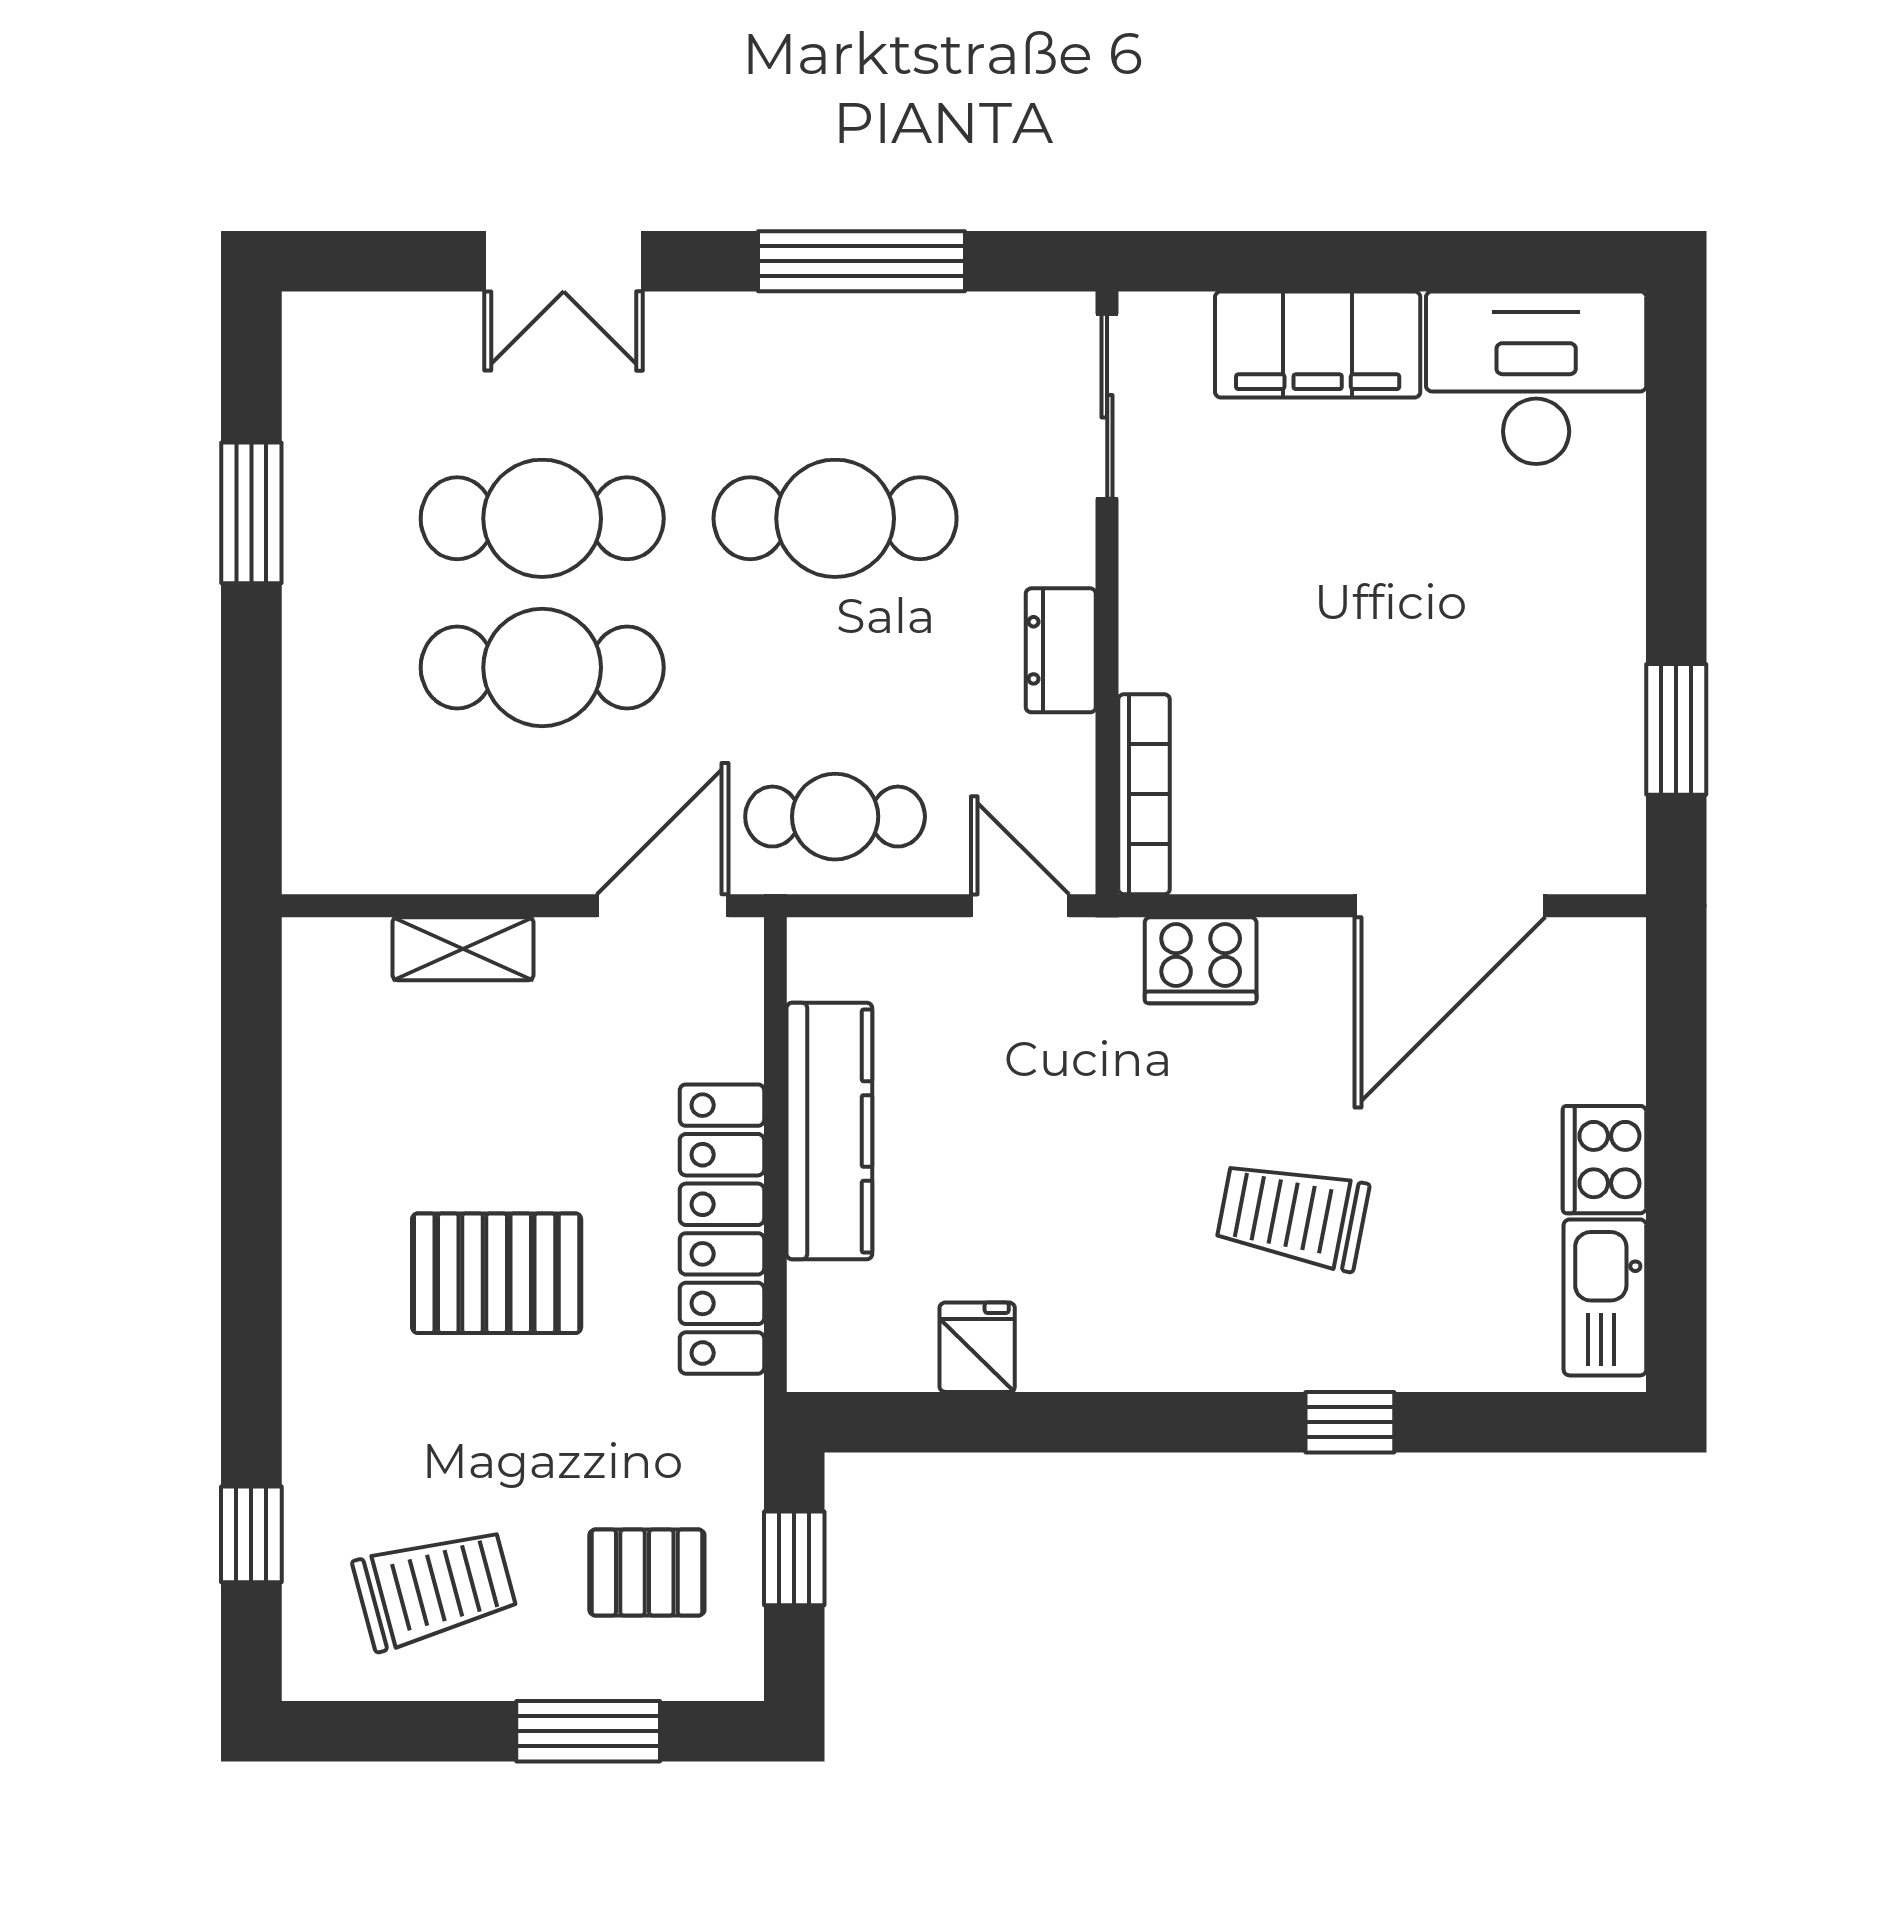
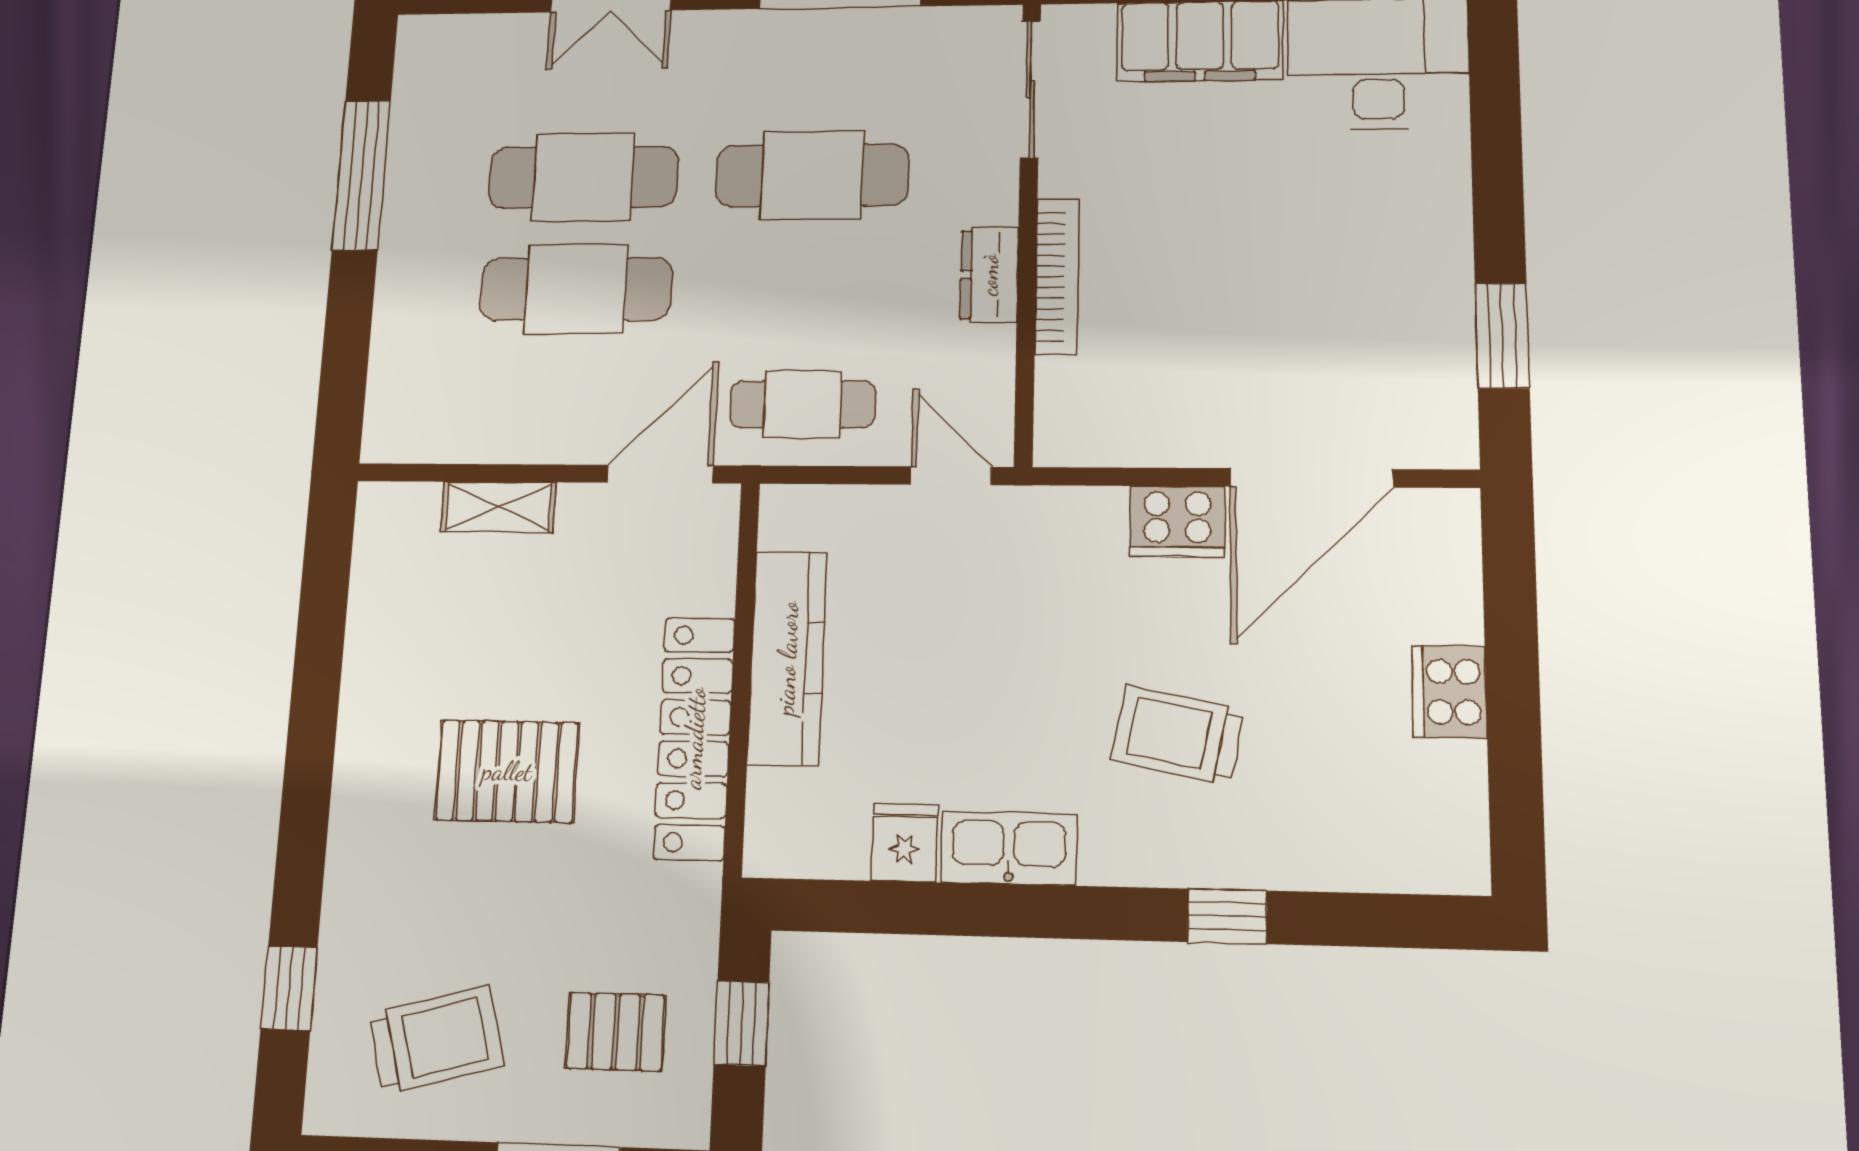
window: (251, 513) -> (361, 175), width x1.44
bookcase: (1144, 794) -> (1057, 277), moved
cooker: (1201, 960) -> (1177, 521), moved
kitchen sink: (1605, 1297) -> (1009, 848), moved, turned 90

